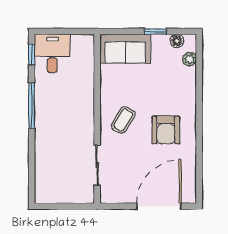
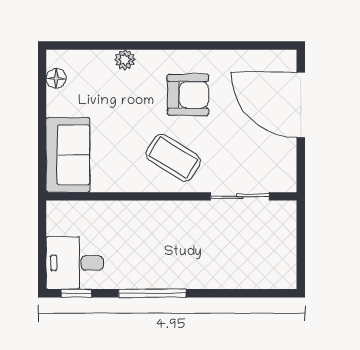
window: (155, 31) -> (42, 110), removed
plant: (190, 59) -> (125, 60), moved
coffee table: (123, 120) -> (173, 158), width x1.36, depth x1.30

